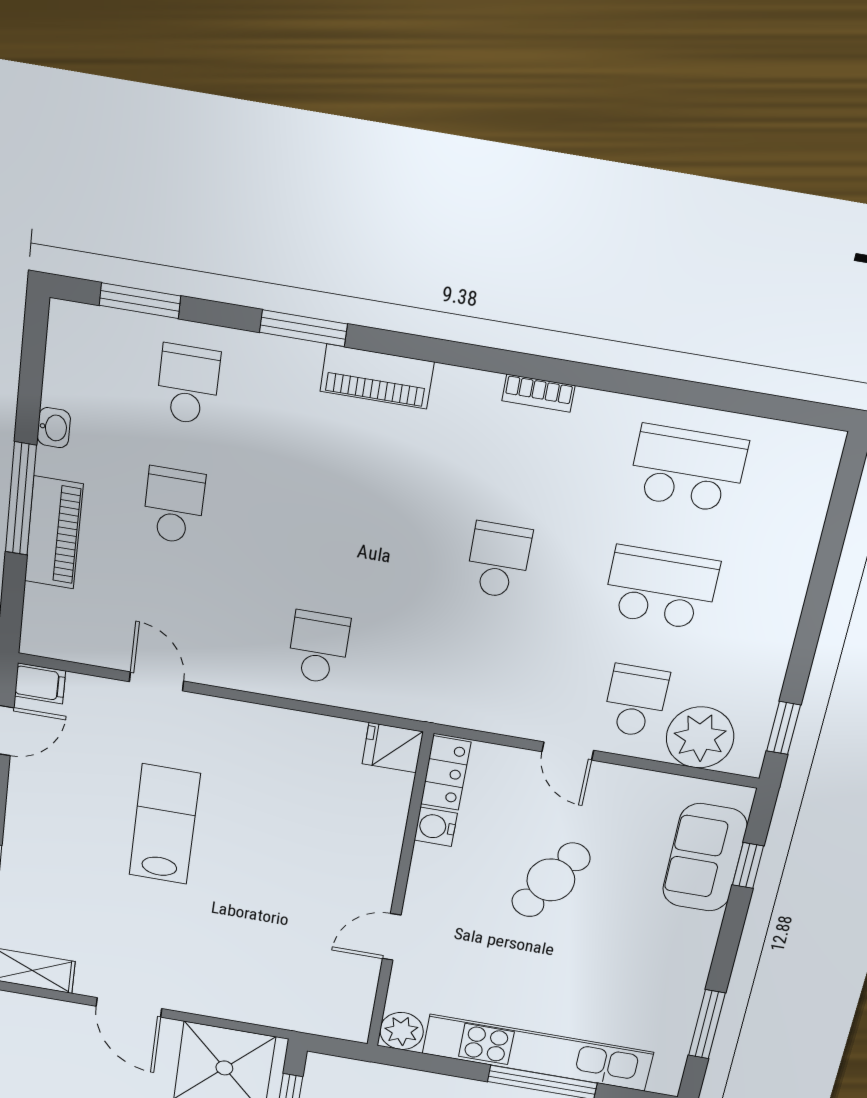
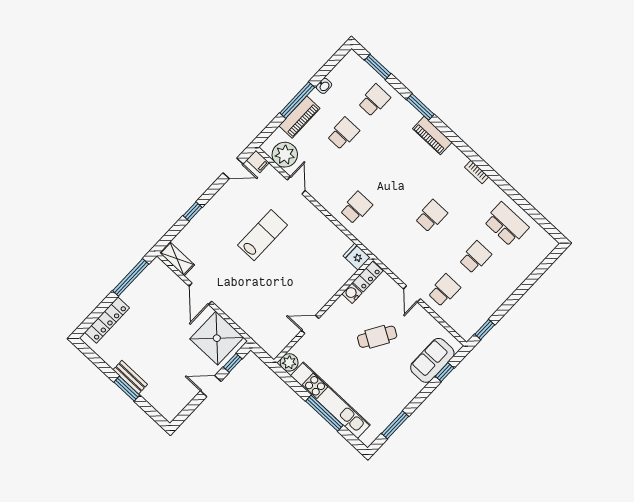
school desk: (661, 588) -> (475, 257), width x0.54
plant: (700, 737) -> (285, 155), moved

